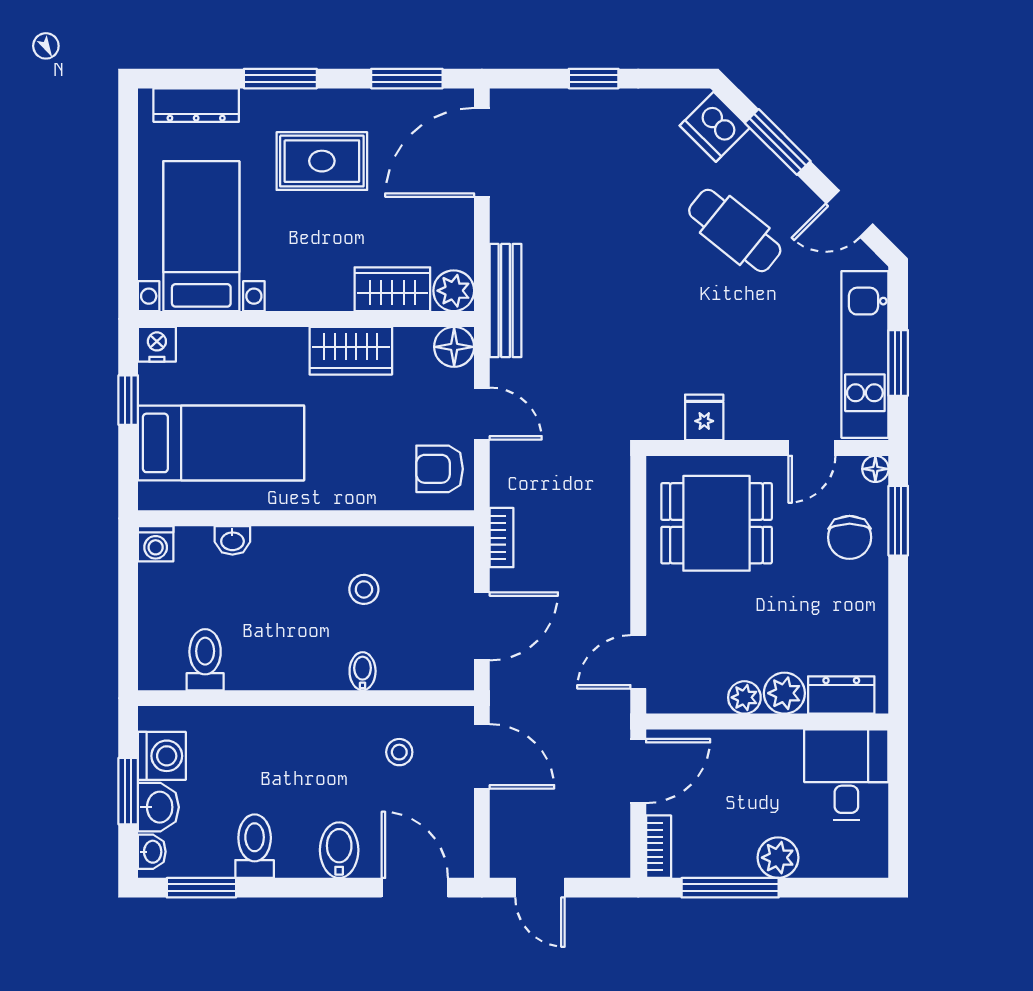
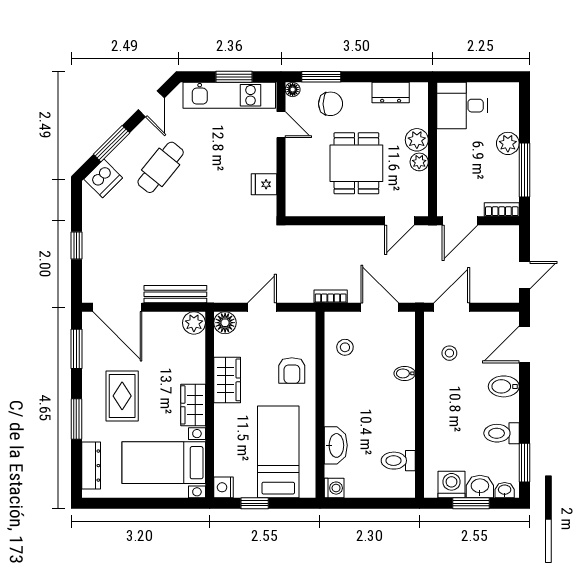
wardrobe: (392, 289) -> (193, 405), moved
bench: (506, 301) -> (175, 294), moved
armchair: (440, 469) -> (292, 371), moved
dining table: (717, 523) -> (356, 163), moved
washbasin: (232, 540) -> (336, 445), width x1.91, depth x1.45
stool: (364, 589) -> (345, 347), moved
door: (638, 662) -> (399, 221), hinge flipped
dresser: (841, 695) -> (391, 93), moved, turned -90
door: (638, 771) -> (460, 221), swing flipped

